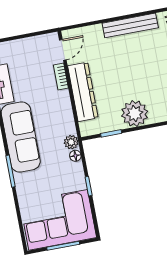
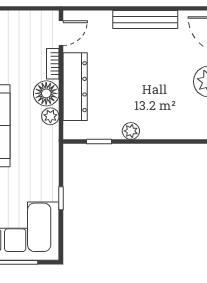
plant: (135, 114) -> (131, 131), width x0.53, depth x0.53
plant: (71, 142) -> (50, 116), moved
floor lamp: (75, 156) -> (46, 93), moved, width x1.89, depth x1.89

